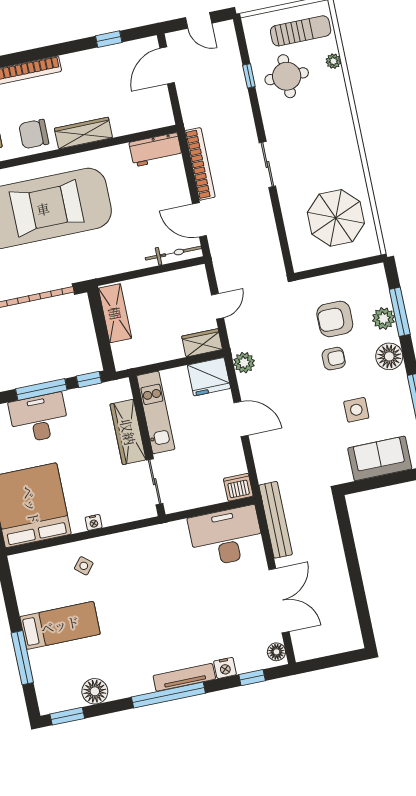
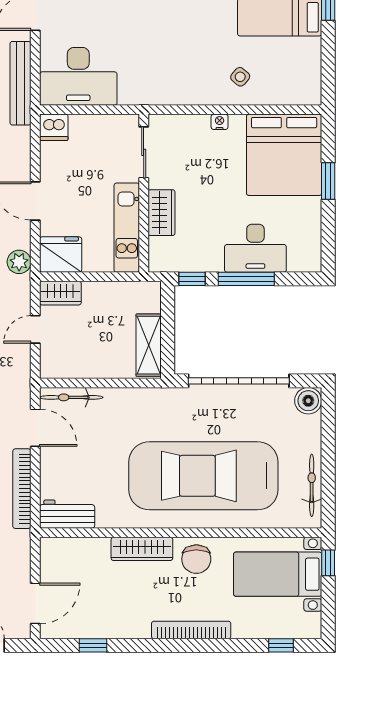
chair: (34, 134) -> (196, 559), turned 90
wardrobe: (128, 432) -> (161, 213), width x0.67

